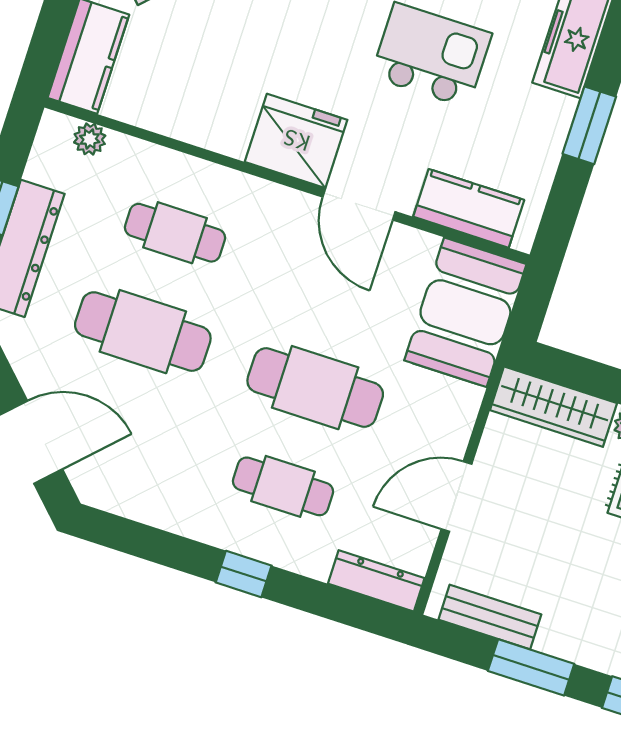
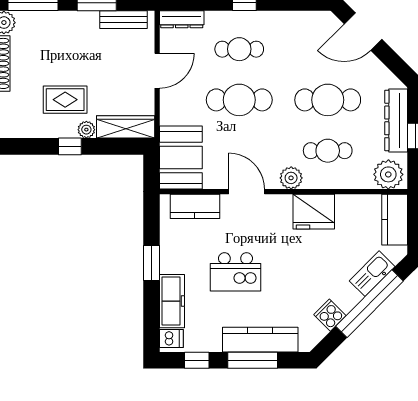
plant: (90, 139) -> (388, 174), width x1.87, depth x1.87
fridge: (296, 141) -> (314, 212), moved
plant: (264, 203) -> (291, 178), added

